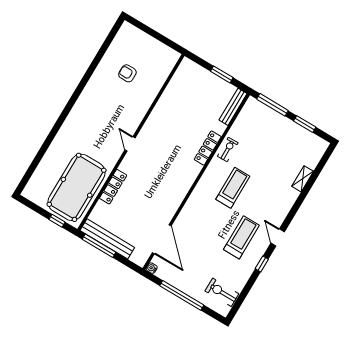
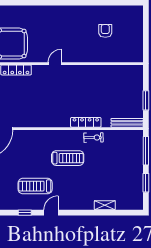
treadmill: (241, 237) -> (35, 186), turned 180

